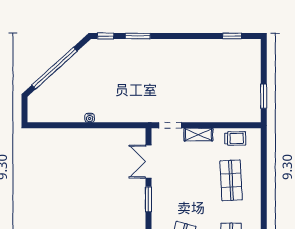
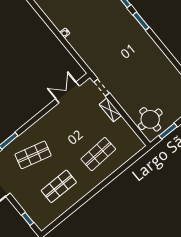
round table: (238, 104) -> (150, 119), added
trolley: (235, 138) -> (127, 135), removed
window: (148, 199) -> (44, 112), removed

